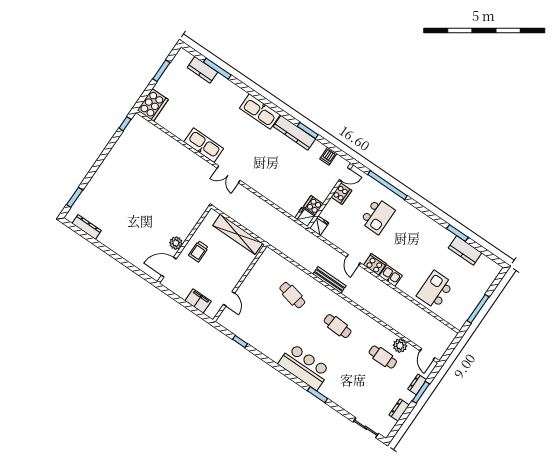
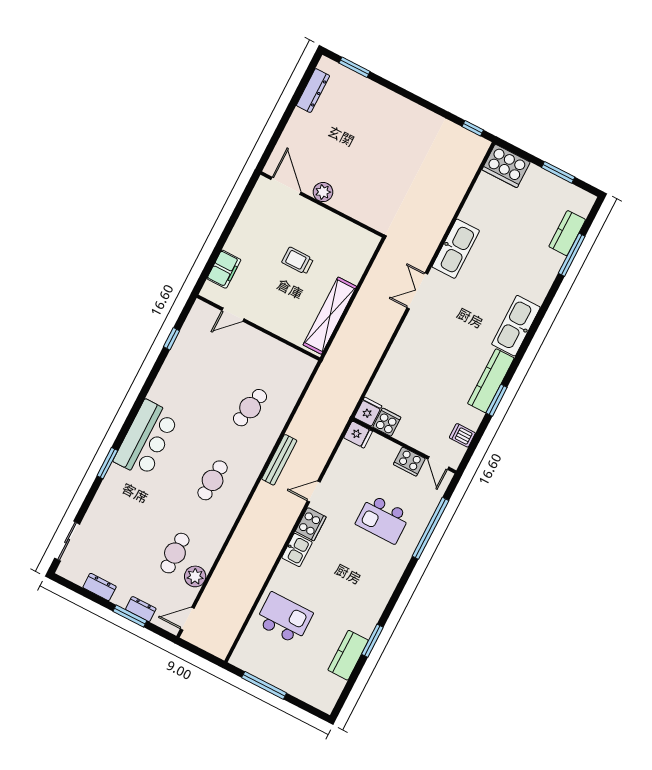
plant: (176, 243) -> (323, 192), moved
wall: (184, 245) -> (322, 204), moved
door: (169, 267) -> (286, 186), moved

